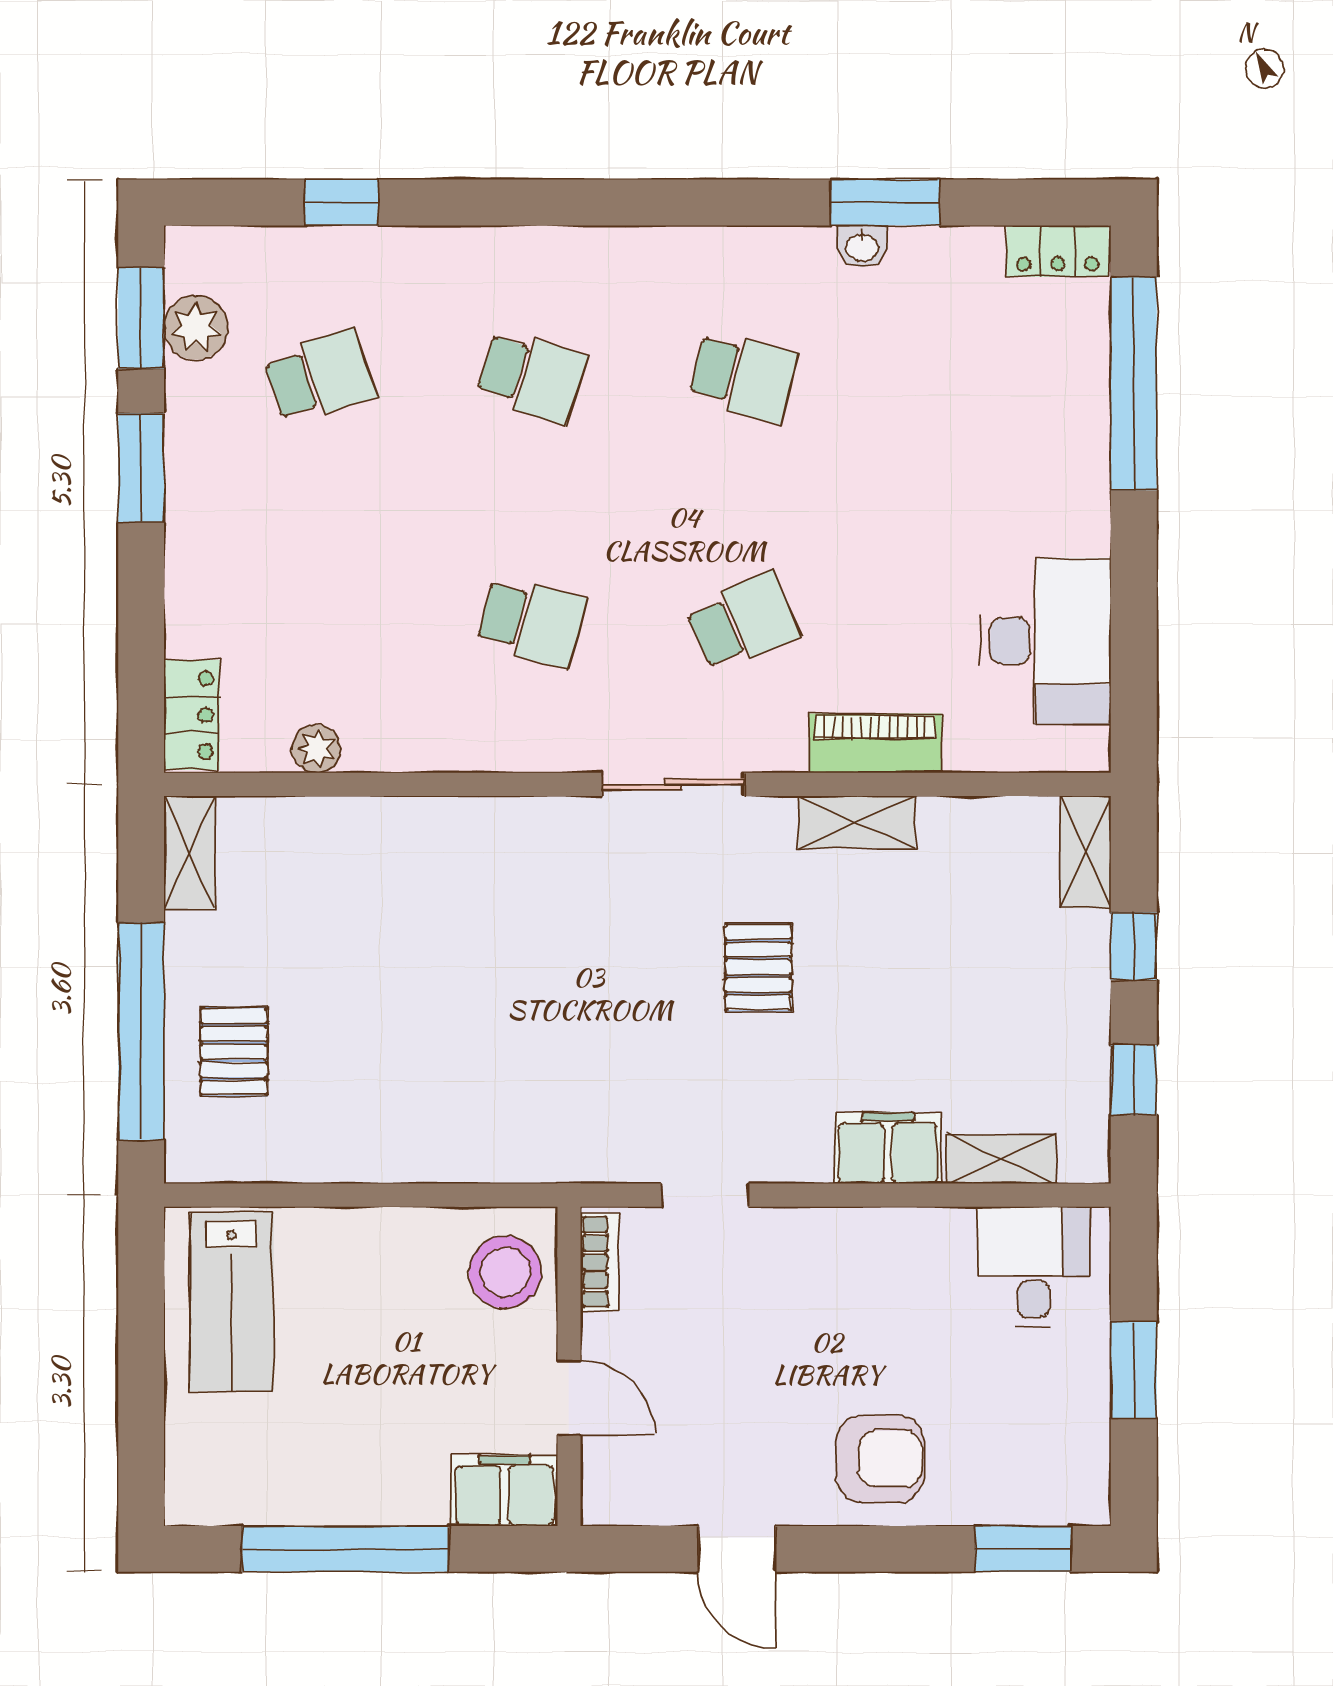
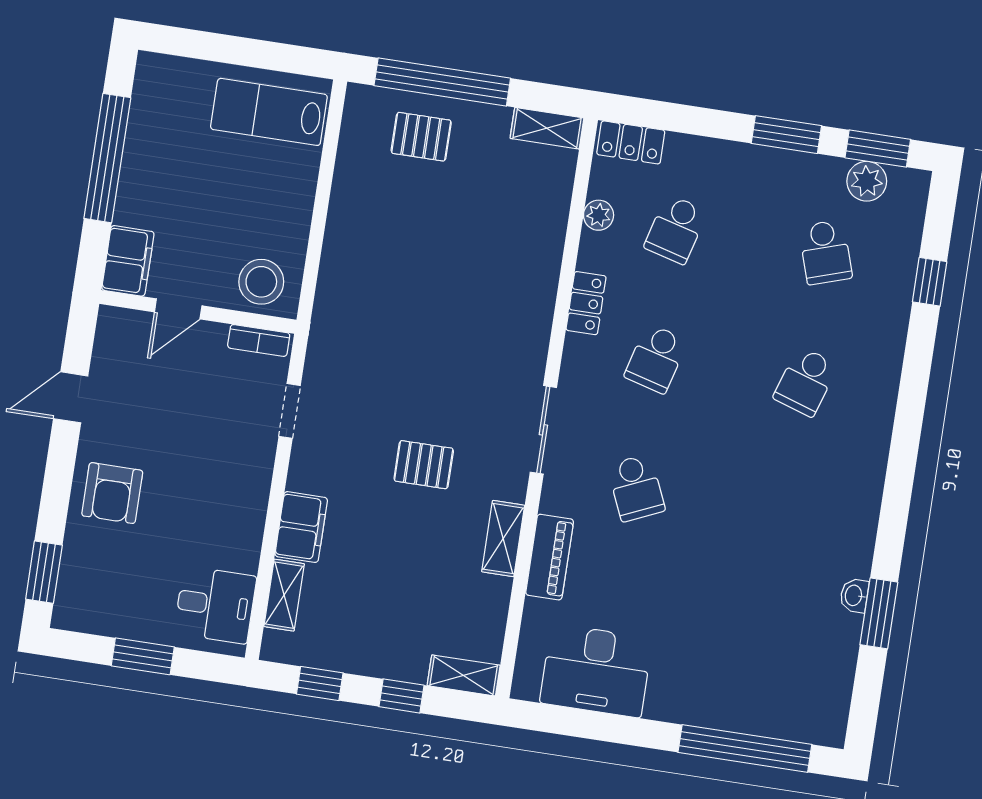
locker: (1058, 251) -> (586, 303), moved, turned 180
school desk: (743, 376) -> (676, 229), moved

